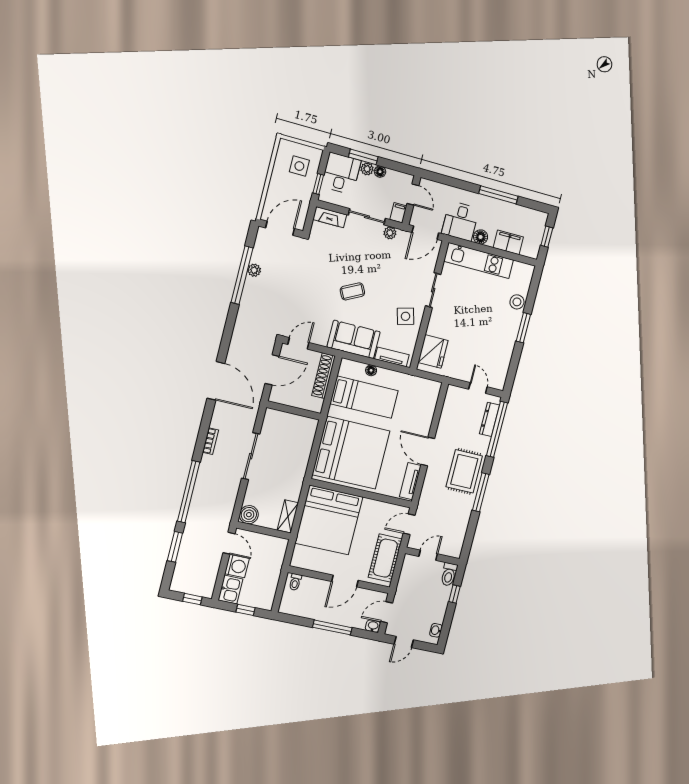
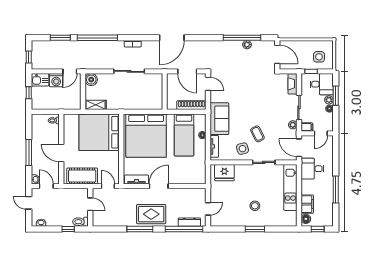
floor lamp: (481, 237) -> (306, 219), moved
coffee table: (352, 291) -> (257, 134), moved
stool: (517, 302) -> (255, 206), moved

